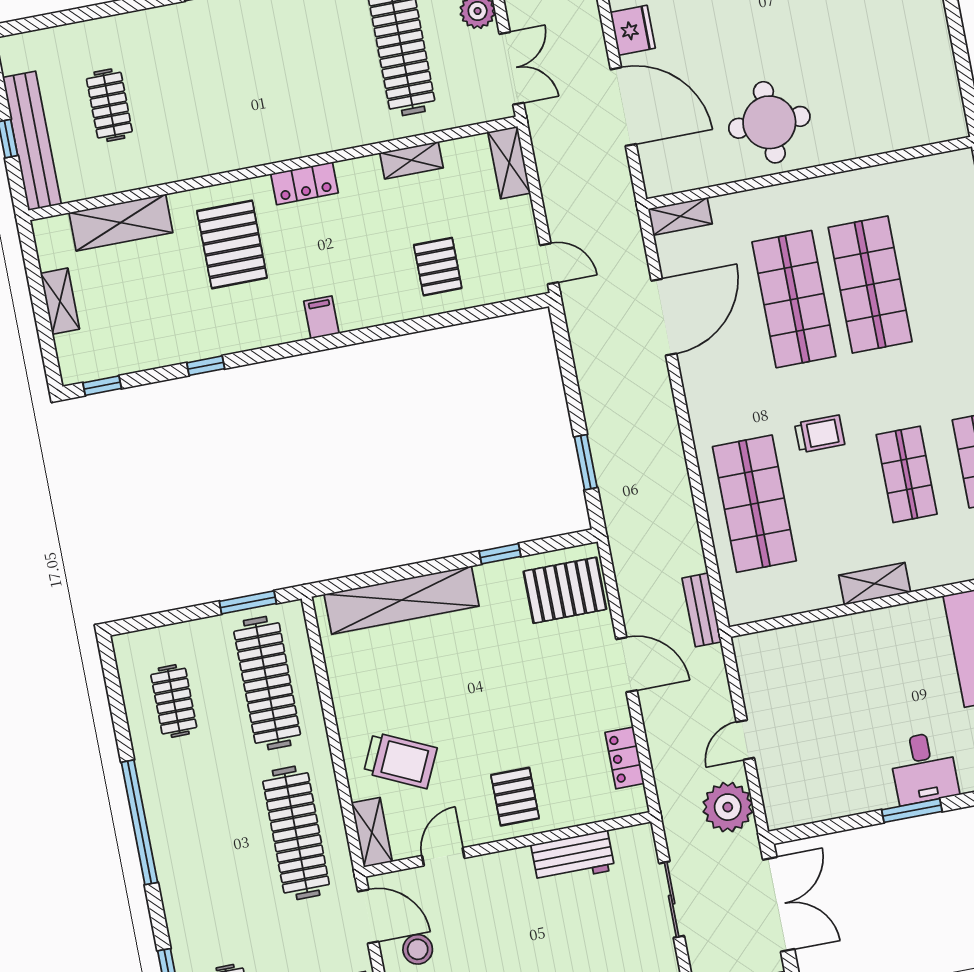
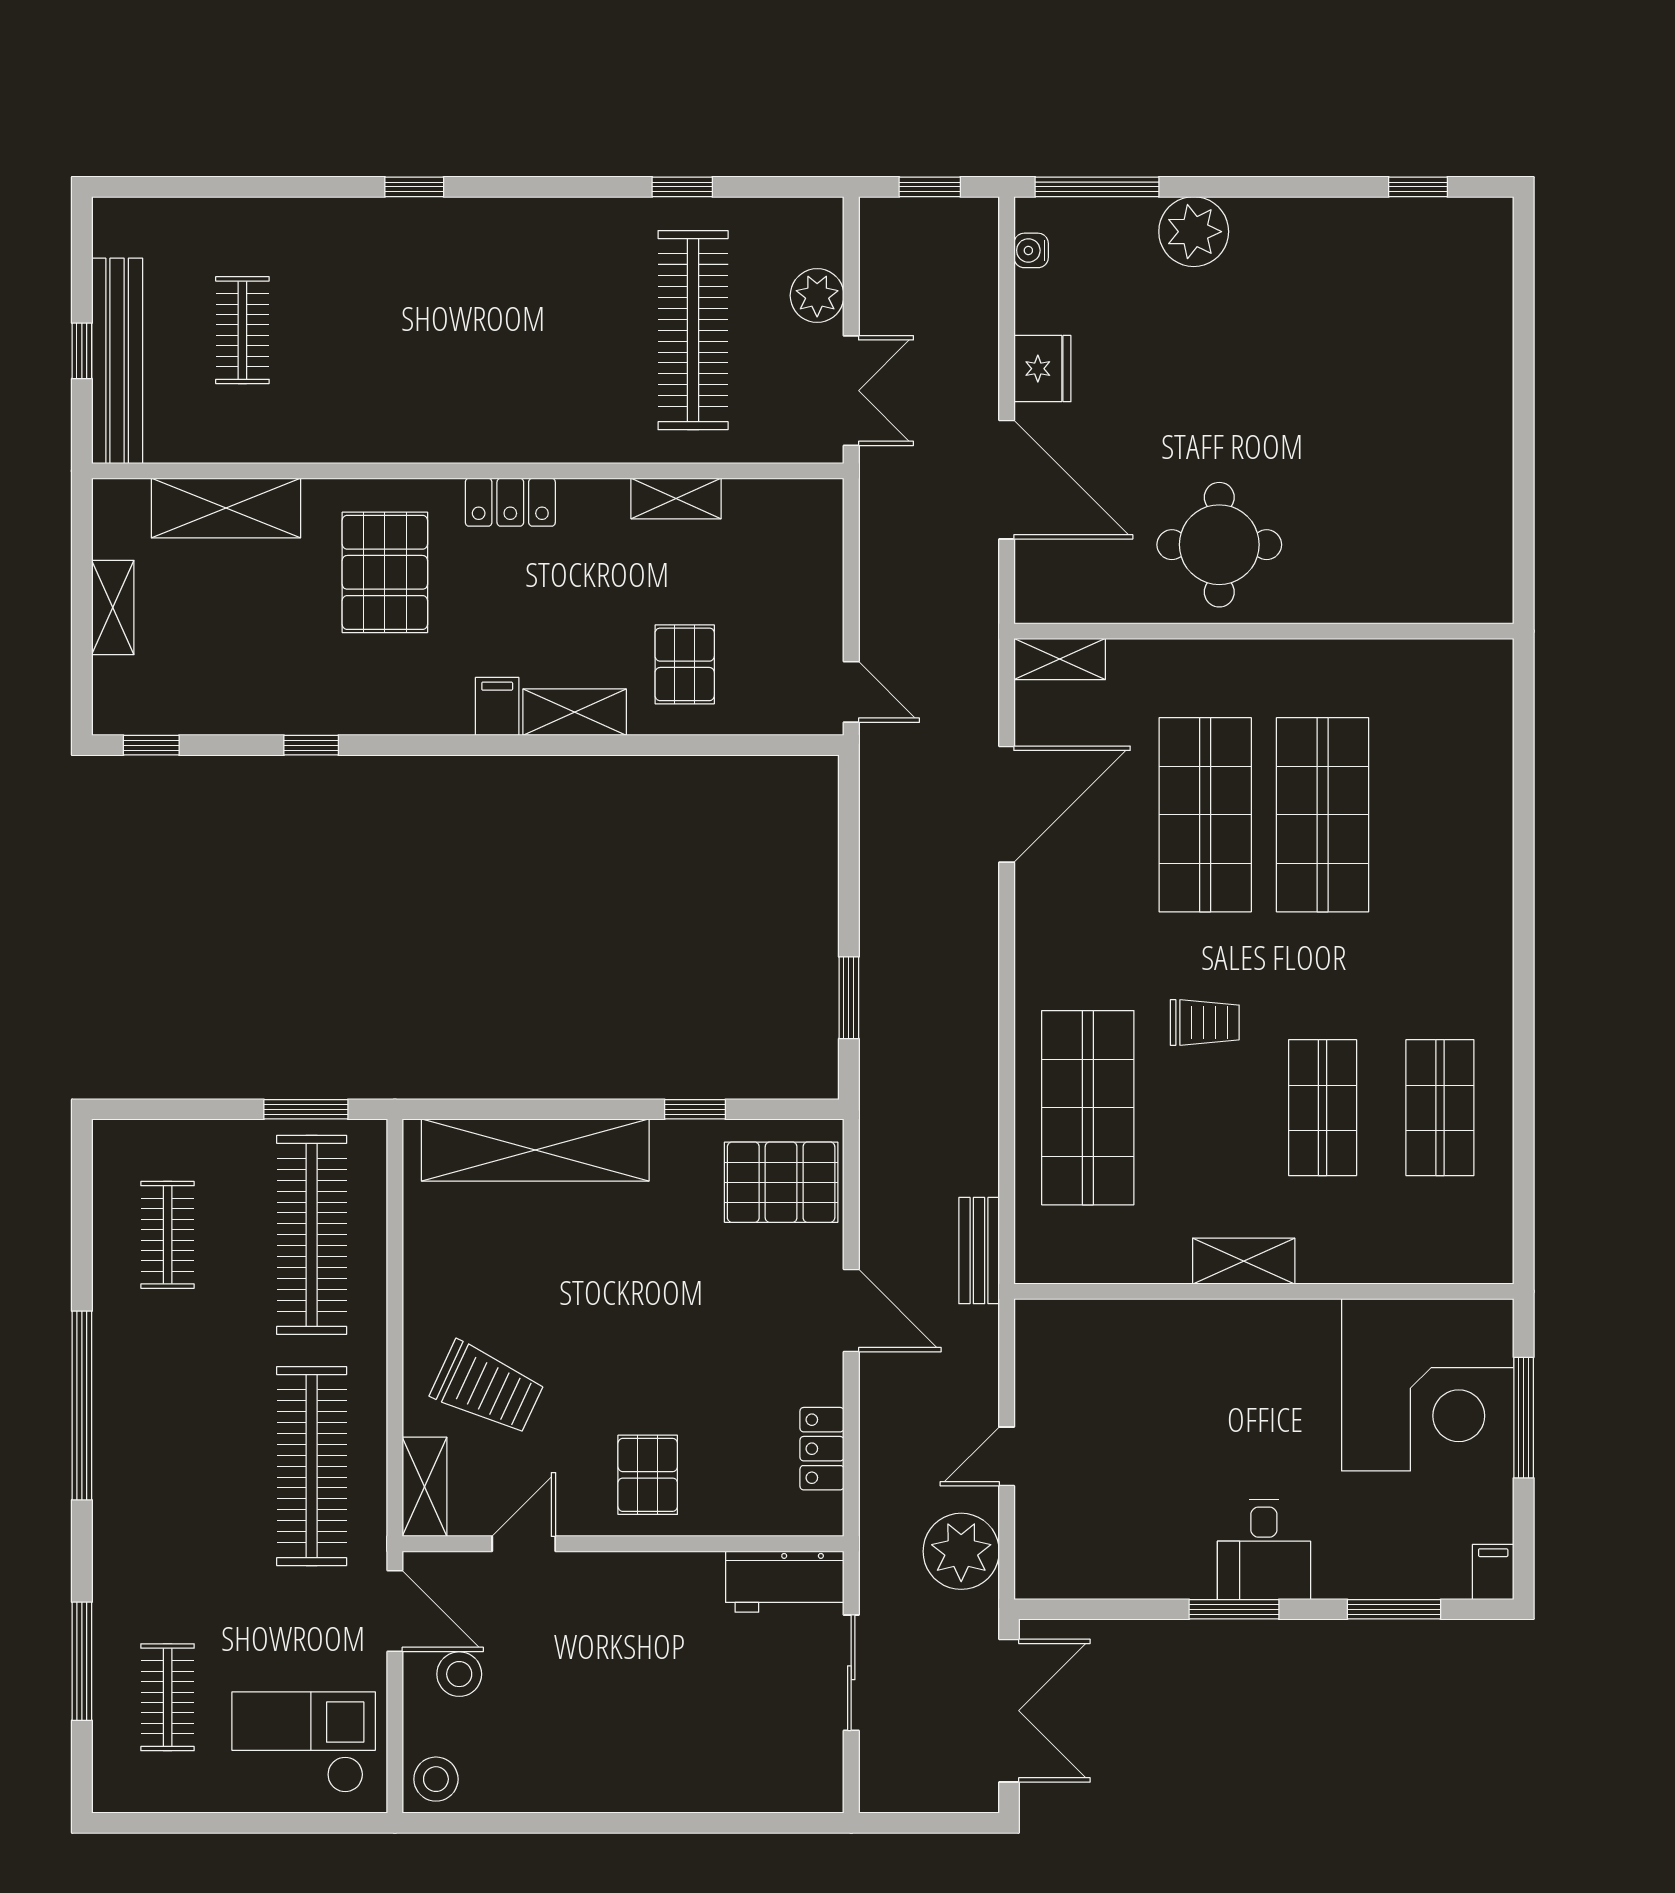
shelving: (509, 163) -> (575, 712), moved, turned 90
workbench: (573, 857) -> (785, 1582), moved

